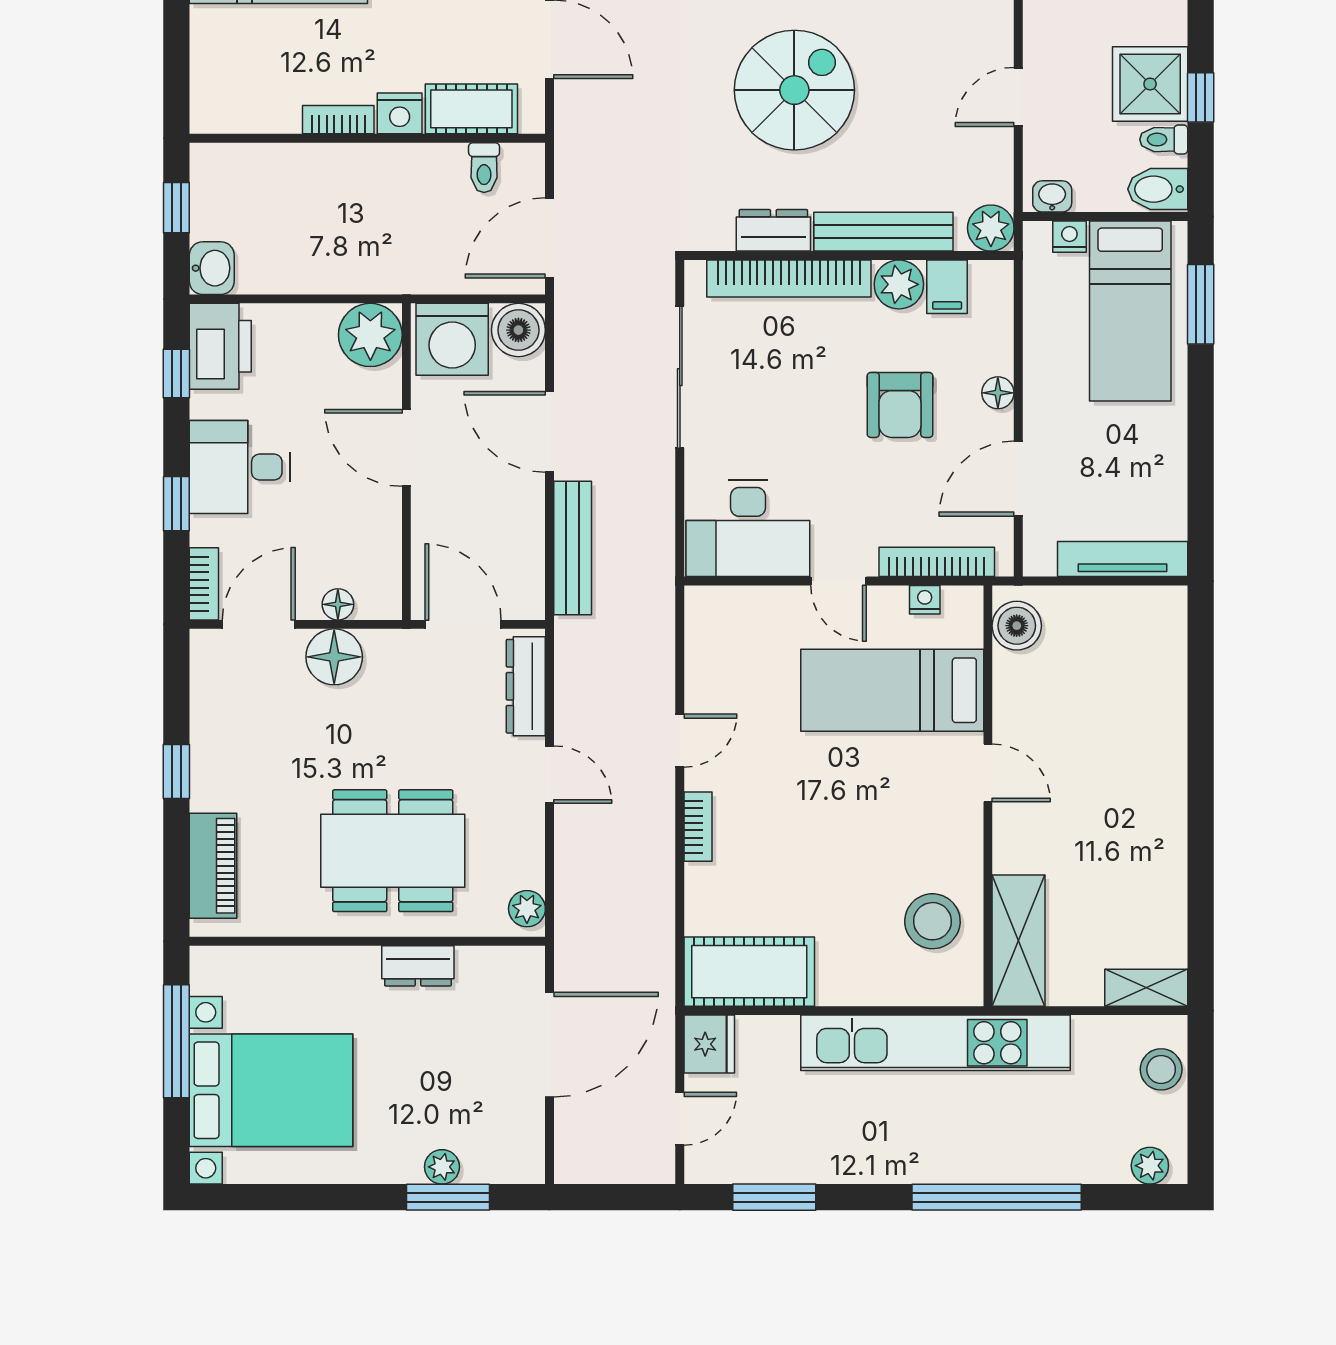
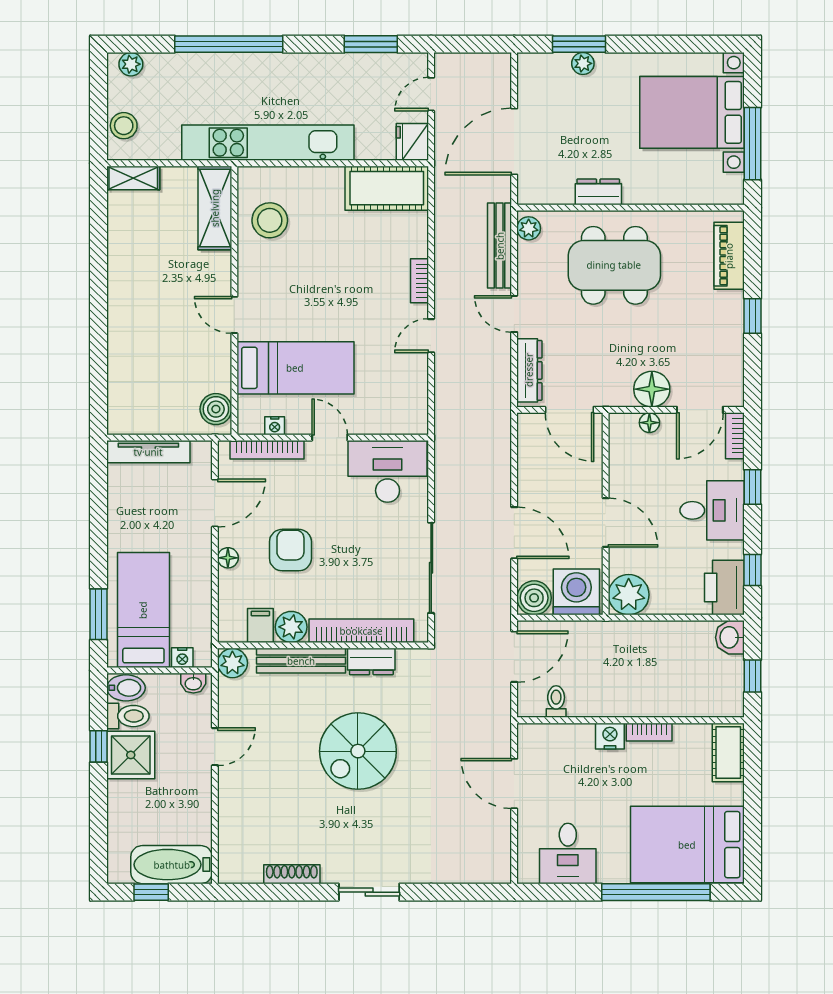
cot: (471, 109) -> (728, 752), moved, turned 90
toilet: (1164, 140) -> (128, 716), width x1.37, depth x1.39
bench: (573, 548) -> (500, 246), moved

